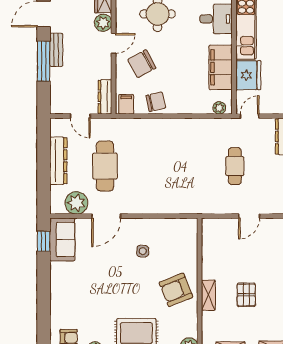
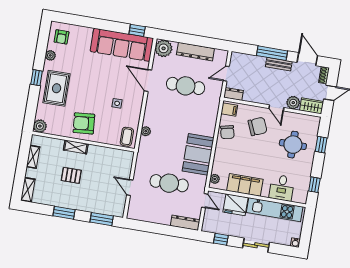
chair: (142, 64) -> (258, 126), turned 96
dresser: (105, 97) -> (234, 94), width x0.70
booth: (191, 135) -> (198, 154), added
cafe table: (235, 166) -> (169, 183), width x1.37, depth x1.35
plant: (76, 203) -> (164, 48), moved
plant: (173, 208) -> (146, 131), added
coffee table: (184, 231) -> (127, 137), added
sofa: (62, 240) -> (122, 45), width x1.85, depth x1.27
armchair: (176, 290) -> (84, 123), turned -73

